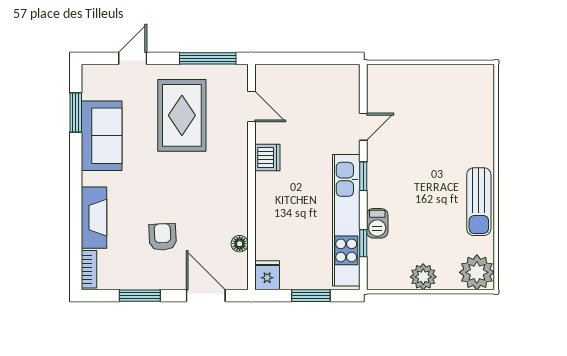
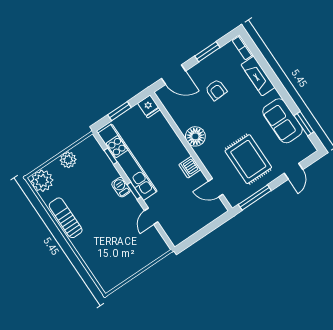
barbecue: (377, 223) -> (121, 187), moved
floor lamp: (240, 244) -> (195, 136), moved, width x1.89, depth x1.89

